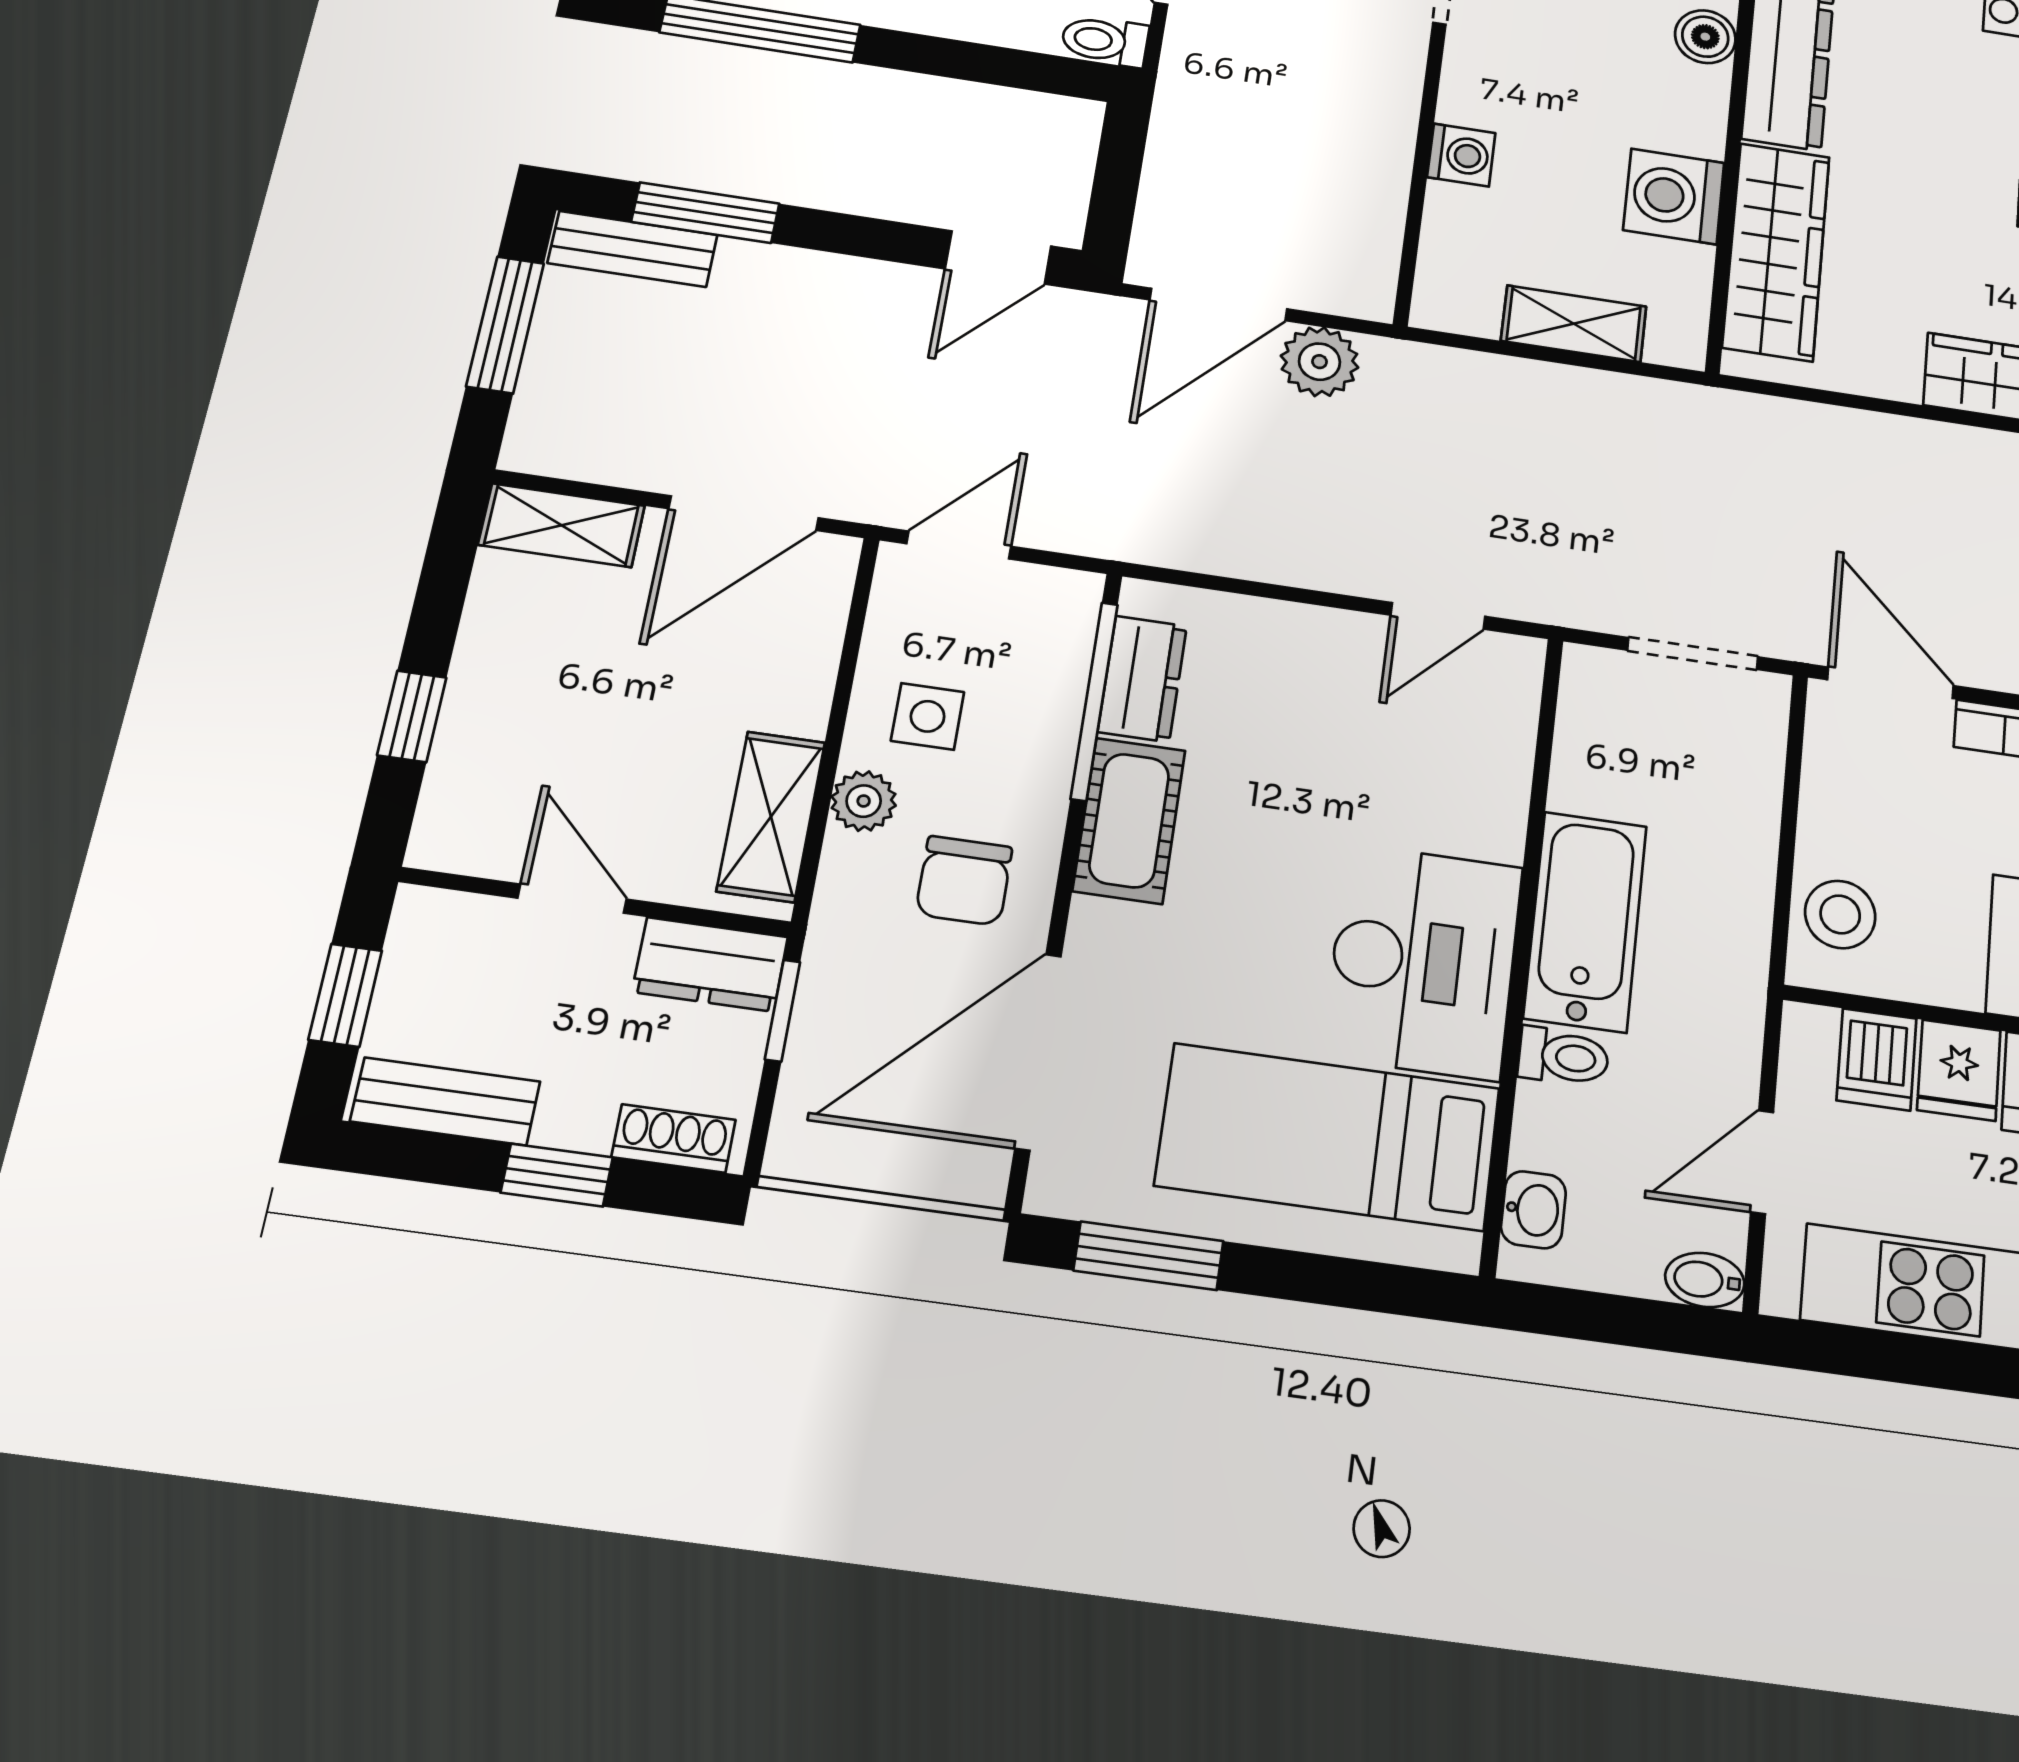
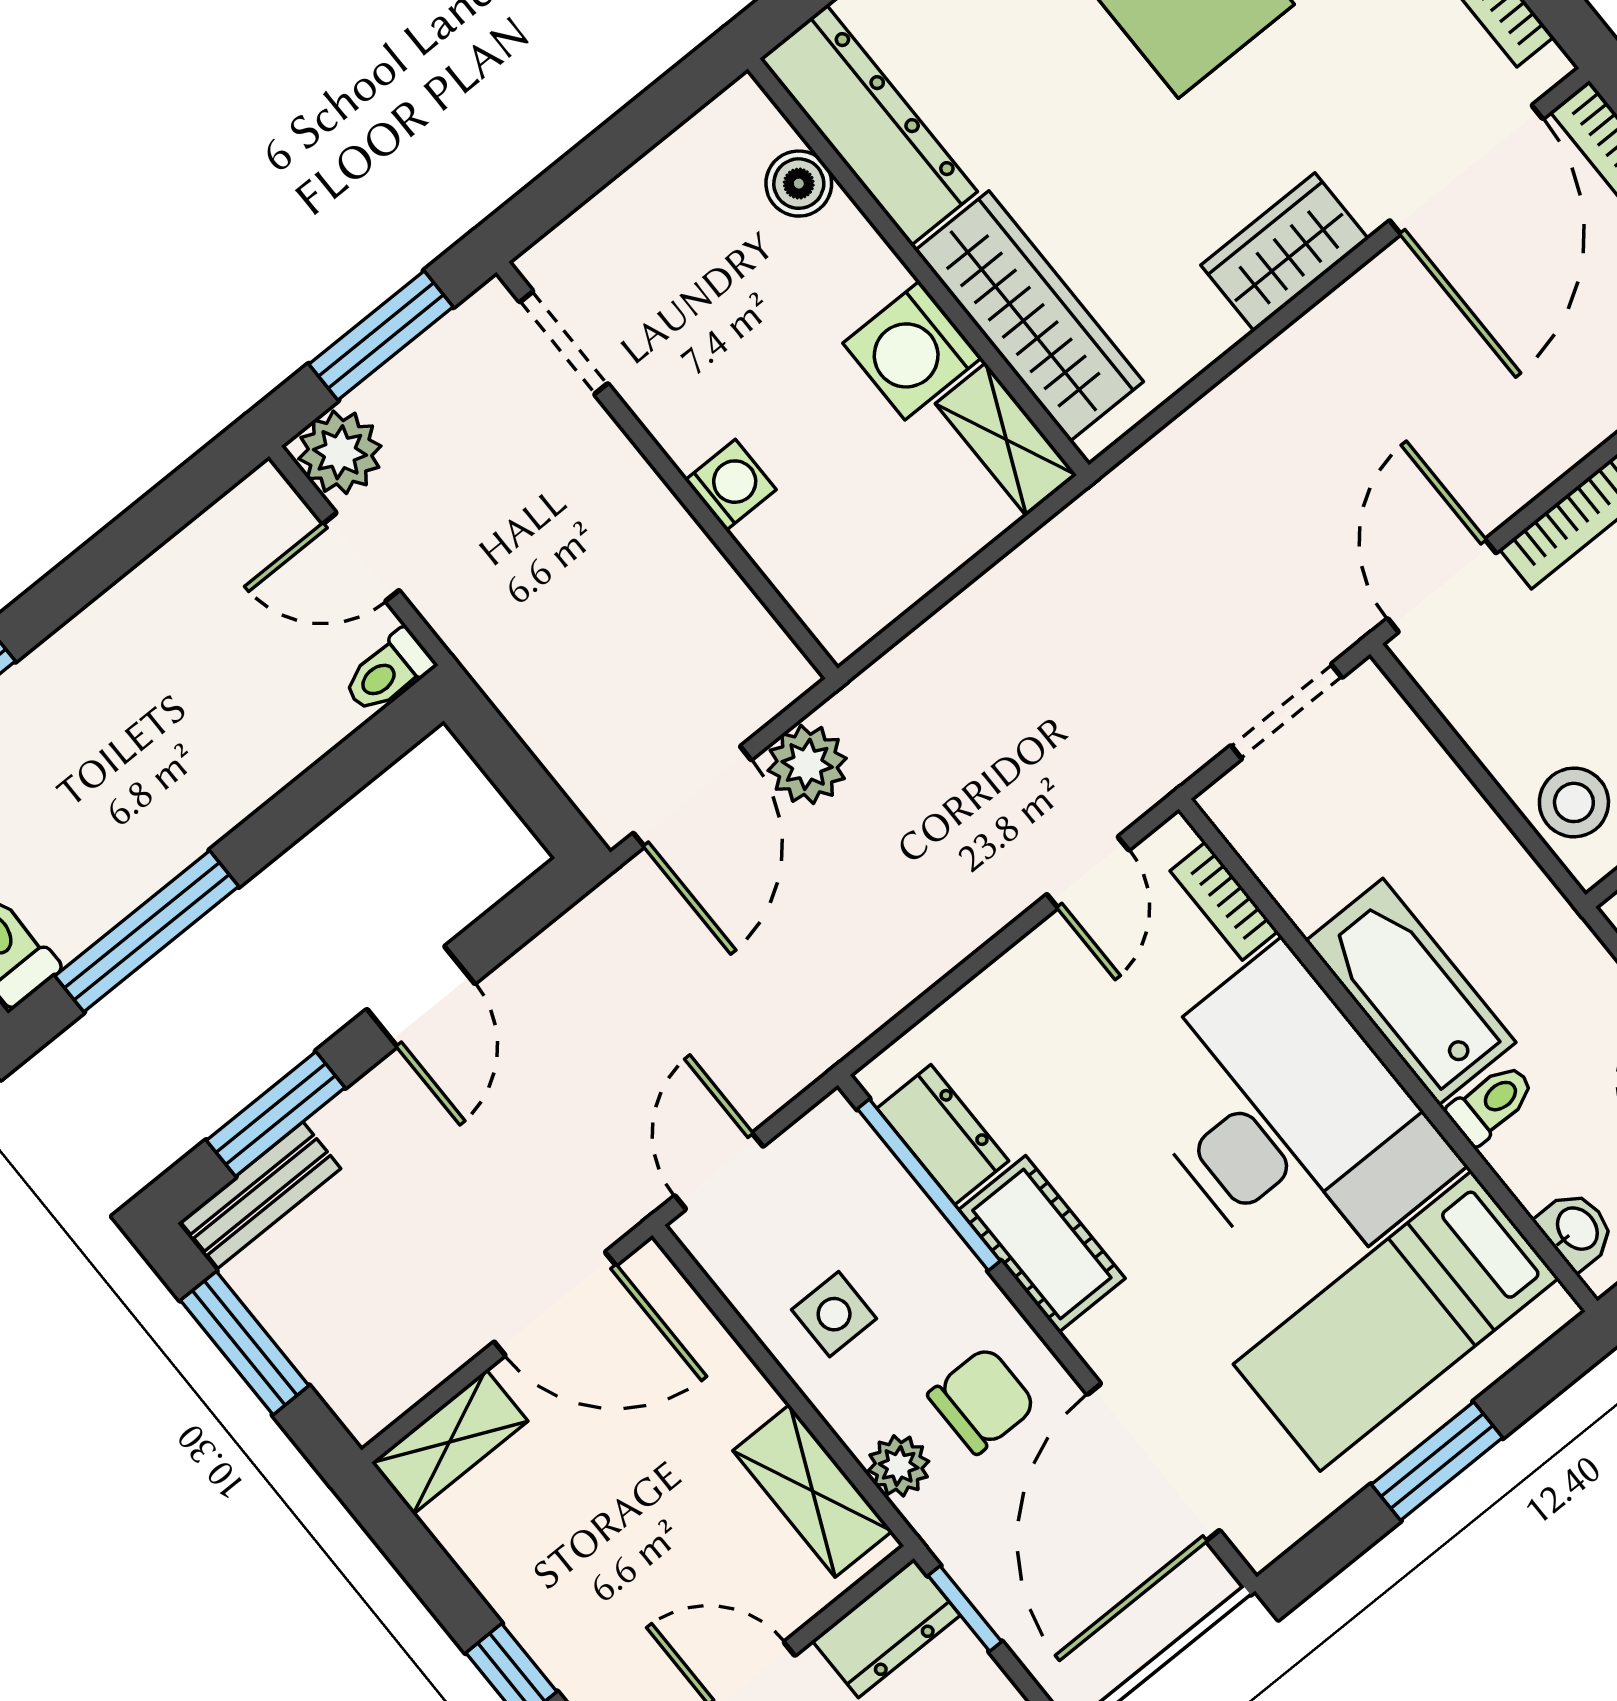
door: (998, 257) -> (421, 996), moved
shelving: (1574, 324) -> (1006, 439), moved, turned 90
door: (744, 513) -> (555, 1304), hinge flipped
door: (1890, 683) -> (1442, 586), hinge flipped
bookcase: (1514, 729) -> (1224, 901), added
plant: (864, 801) -> (899, 1466), moved
chair: (964, 881) -> (982, 1400), turned -90
desk: (1423, 961) -> (1289, 1121), width x1.36, depth x1.30
window: (1149, 1256) -> (1437, 1461), moved

